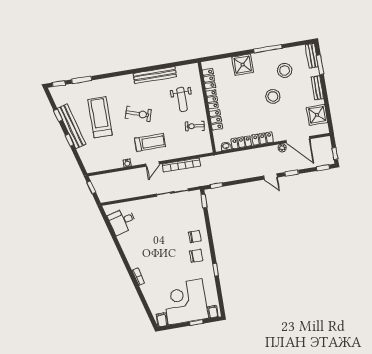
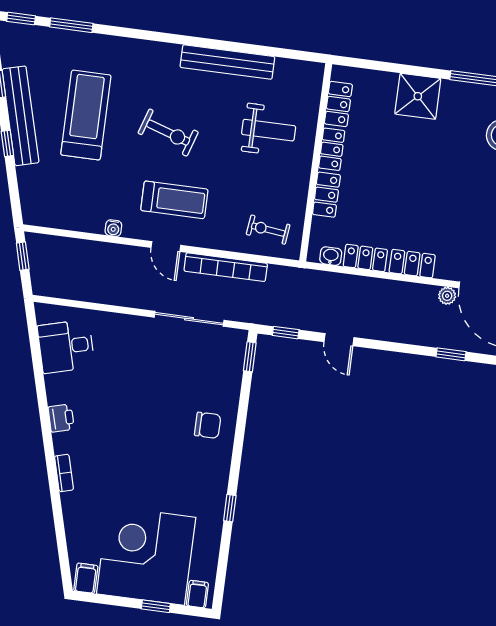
stool: (273, 96) -> (461, 182), removed
weight bench: (182, 99) -> (269, 130), turned -90
exercise bike: (195, 126) -> (268, 230), moved
door: (153, 164) -> (166, 246), hinge flipped
door: (270, 177) -> (339, 340), moved
printer: (130, 253) -> (61, 418), added
chair: (196, 256) -> (198, 466), removed

